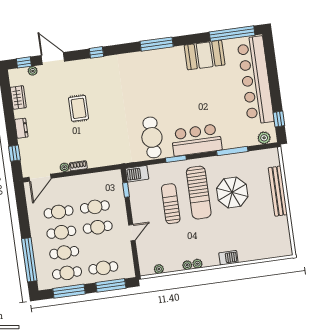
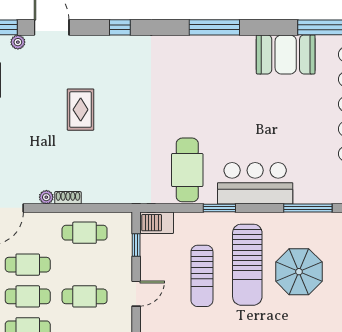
sun lounger: (171, 204) -> (202, 276), turned 180
cafe table: (95, 207) -> (85, 233), moved
door: (132, 233) -> (136, 294), moved

